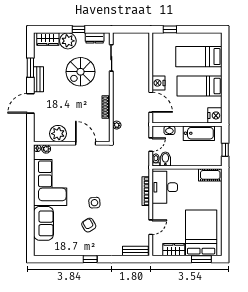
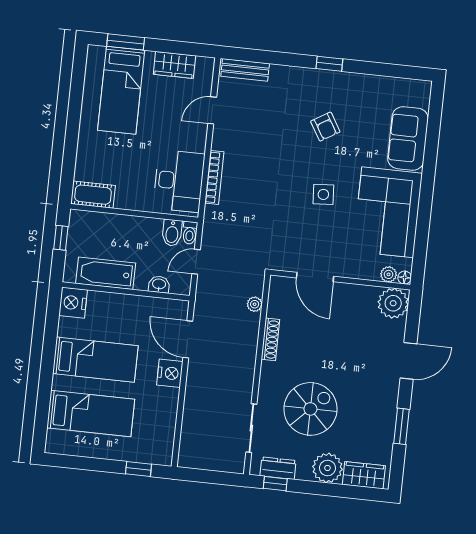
window: (79, 29) -> (275, 484), moved
bench: (38, 79) -> (389, 403), removed
plant: (58, 134) -> (393, 303), moved
side table: (94, 203) -> (323, 194), moved
bed: (201, 233) -> (121, 90), width x0.67

